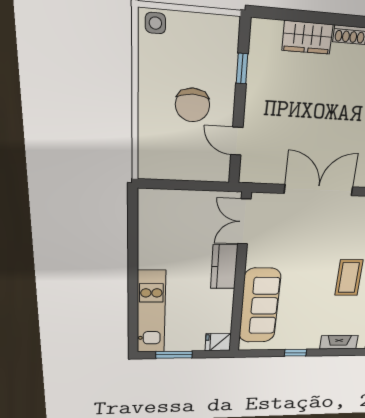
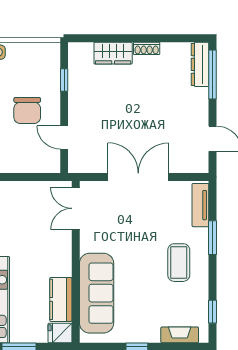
kitchen counter: (224, 267) -> (61, 299), moved

